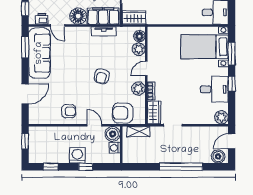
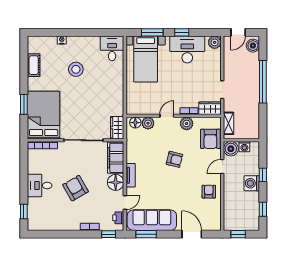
tv unit: (104, 31) -> (131, 175), moved
door: (146, 68) -> (167, 116), swing flipped
desk: (214, 89) -> (187, 49), width x1.37
door: (232, 141) -> (238, 32), hinge flipped

